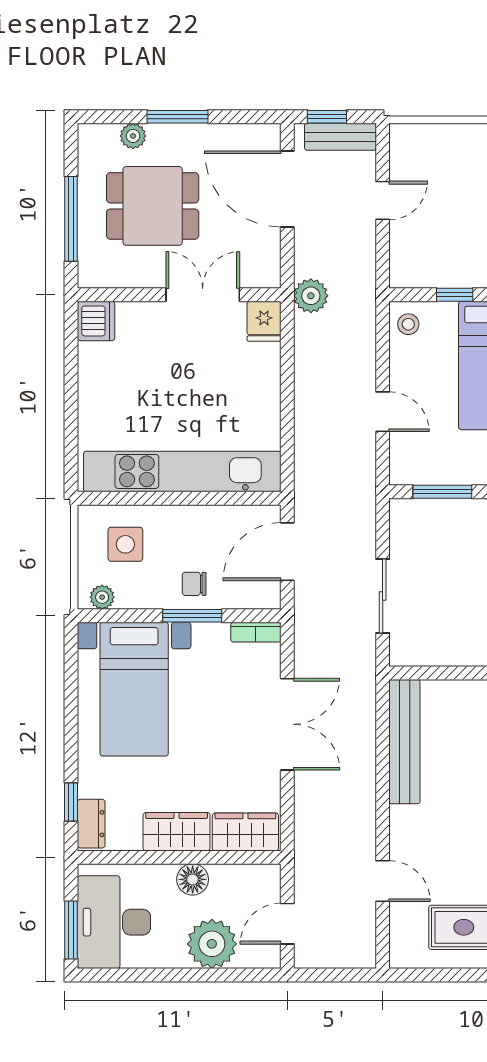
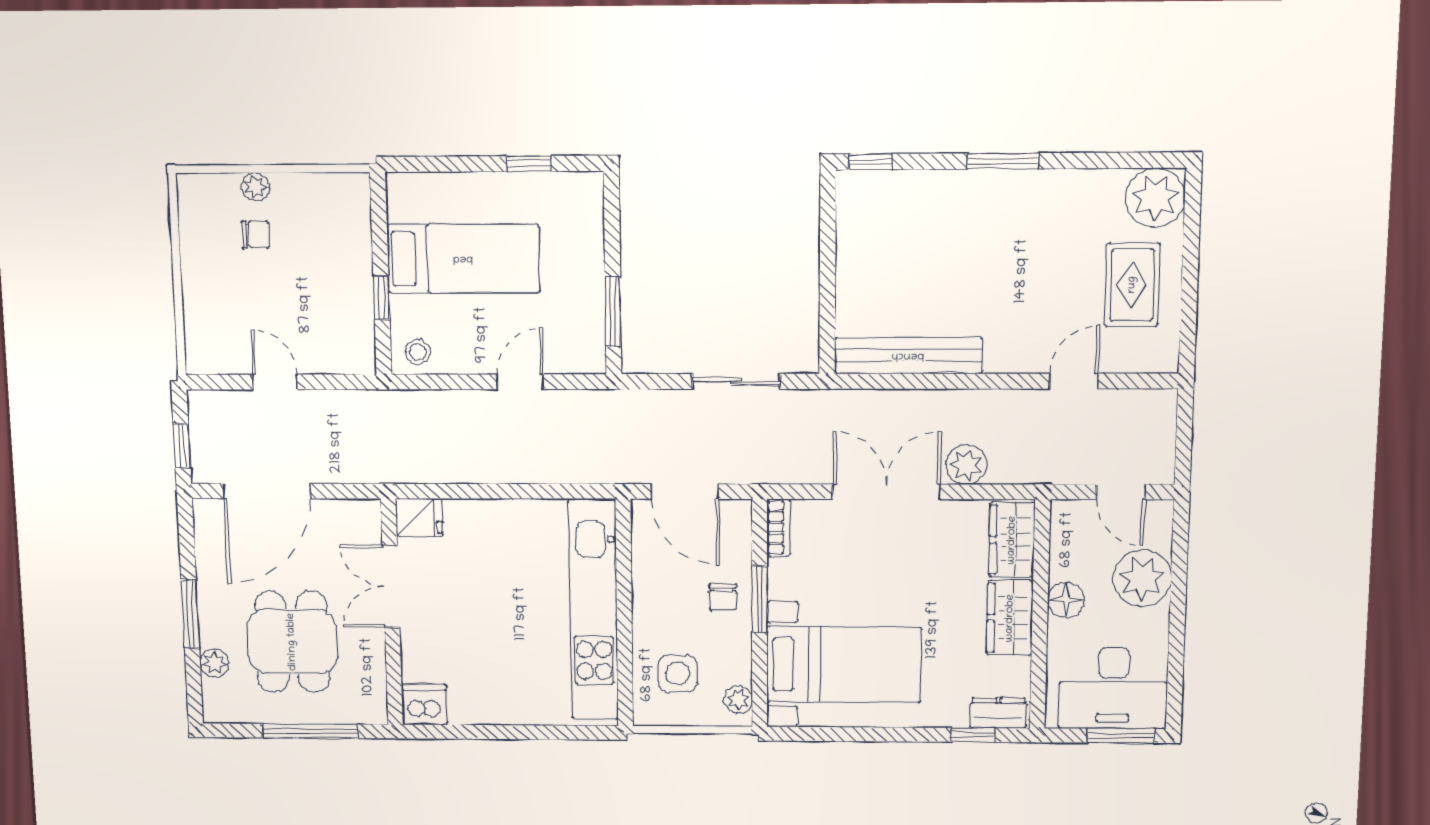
bench: (340, 137) -> (204, 431), removed
plant: (311, 296) -> (967, 465), moved

